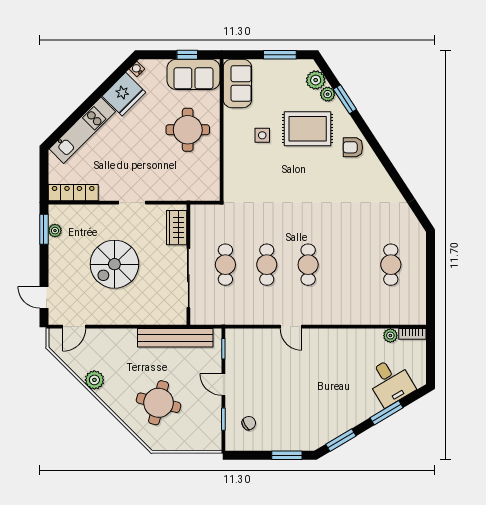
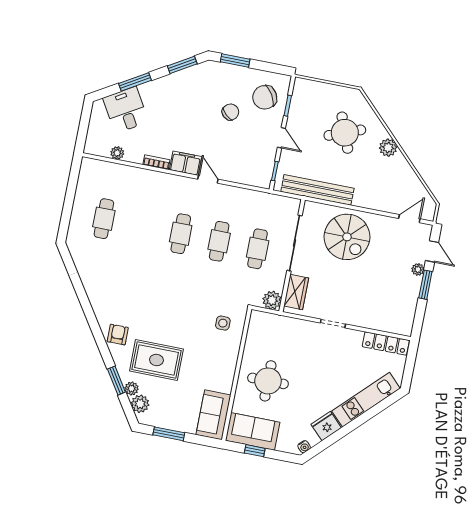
fridge: (124, 94) -> (326, 426), width x0.73, depth x0.75
side table: (262, 135) -> (223, 323), moved
armchair: (353, 147) -> (118, 335), turned -90
plant: (200, 214) -> (272, 300), added
window: (44, 229) -> (425, 285), moved
plant: (55, 231) -> (418, 269), moved
spiral stairs: (114, 264) -> (347, 237), moved, turned 90
bookcase: (412, 334) -> (156, 162), moved
filing cabinet: (318, 339) -> (185, 163), added
plant: (94, 380) -> (388, 148), moved
chair: (281, 401) -> (230, 112), added
round table: (159, 403) -> (345, 133), turned -35
chair: (249, 423) -> (265, 97), width x1.87, depth x1.87

